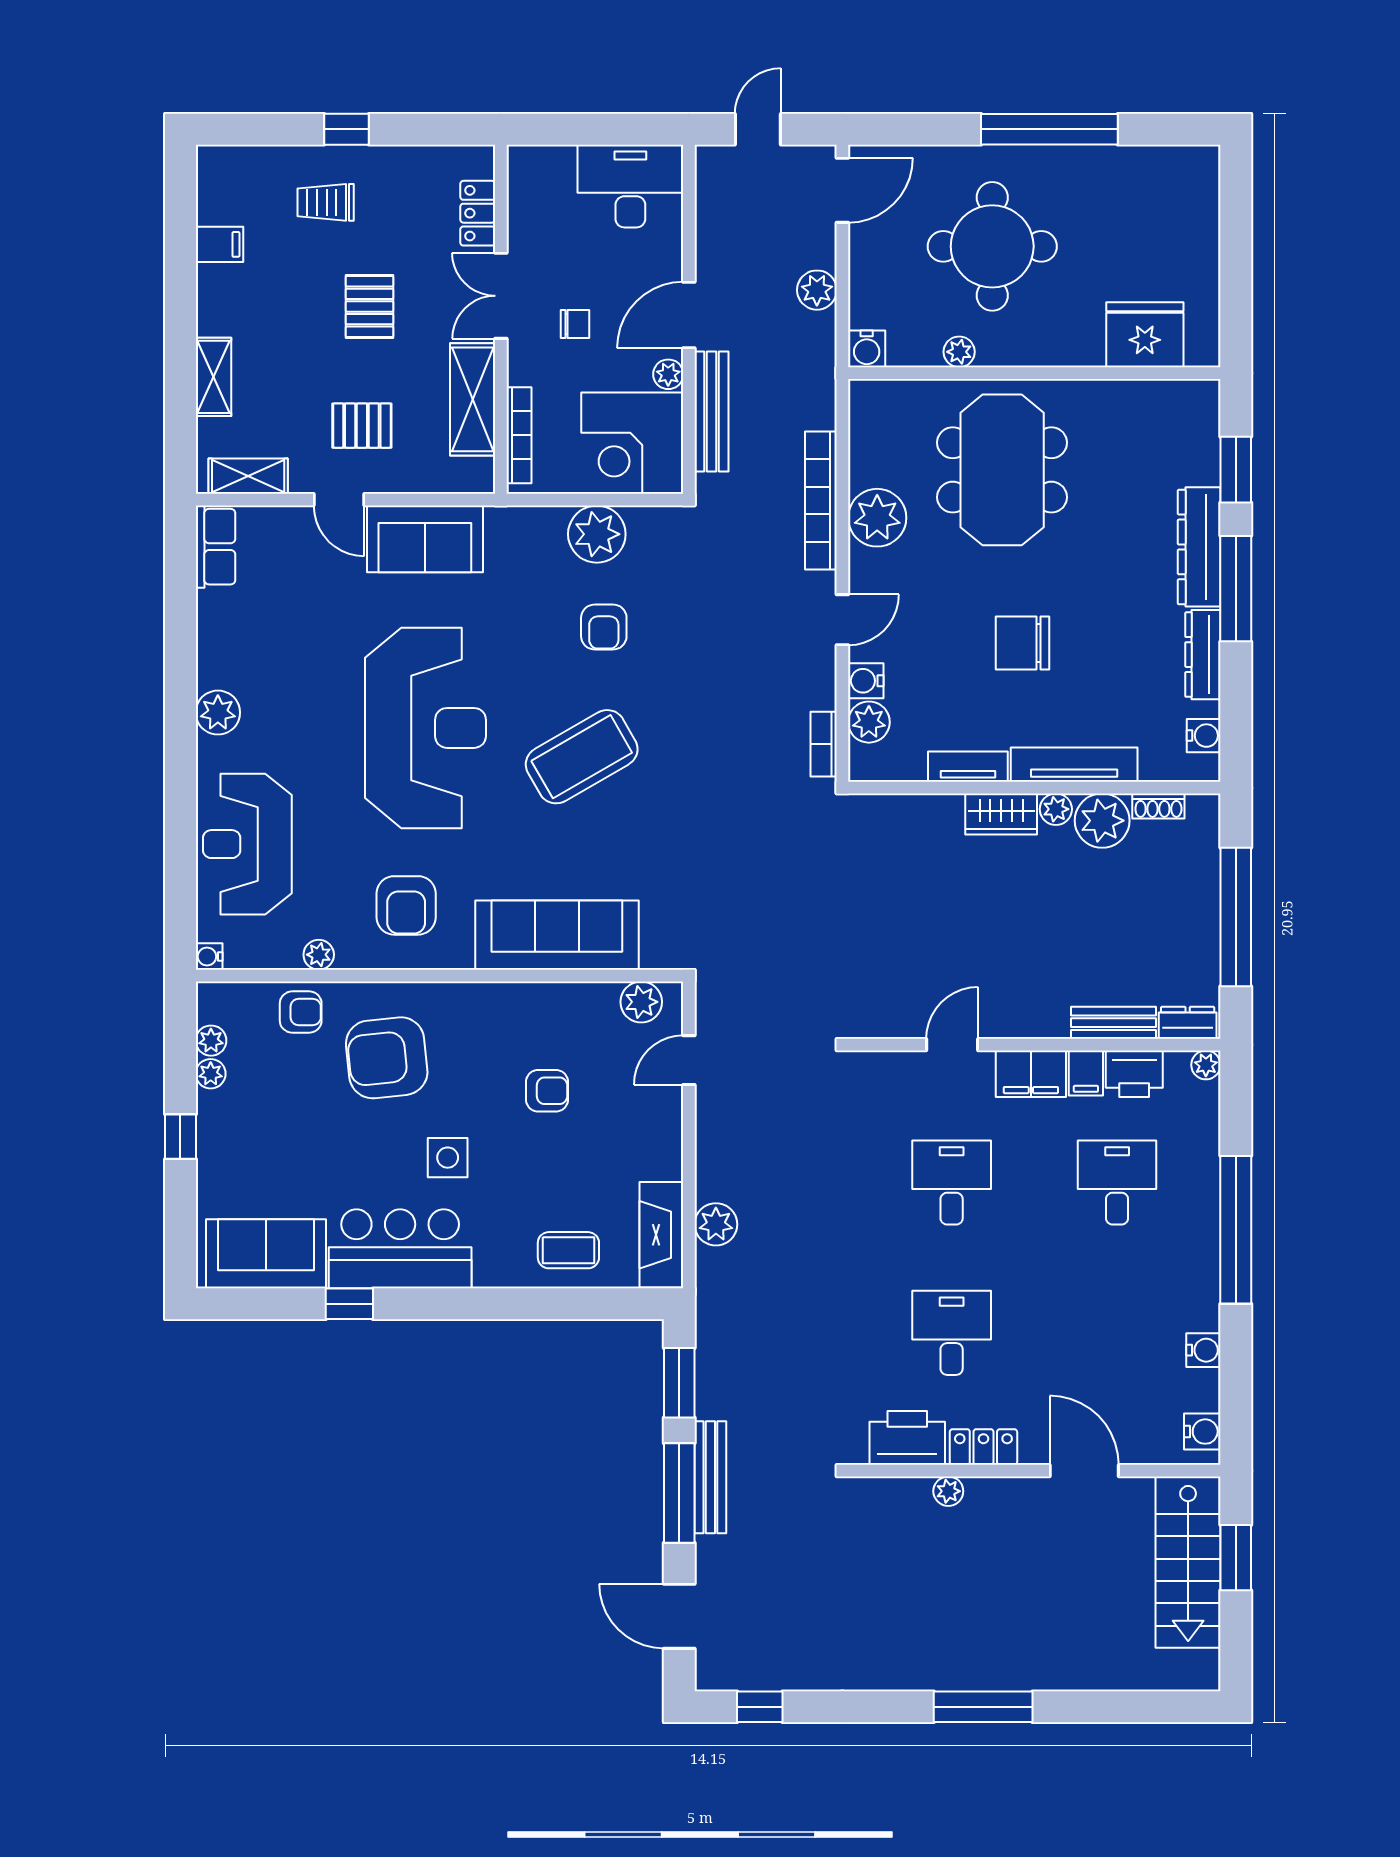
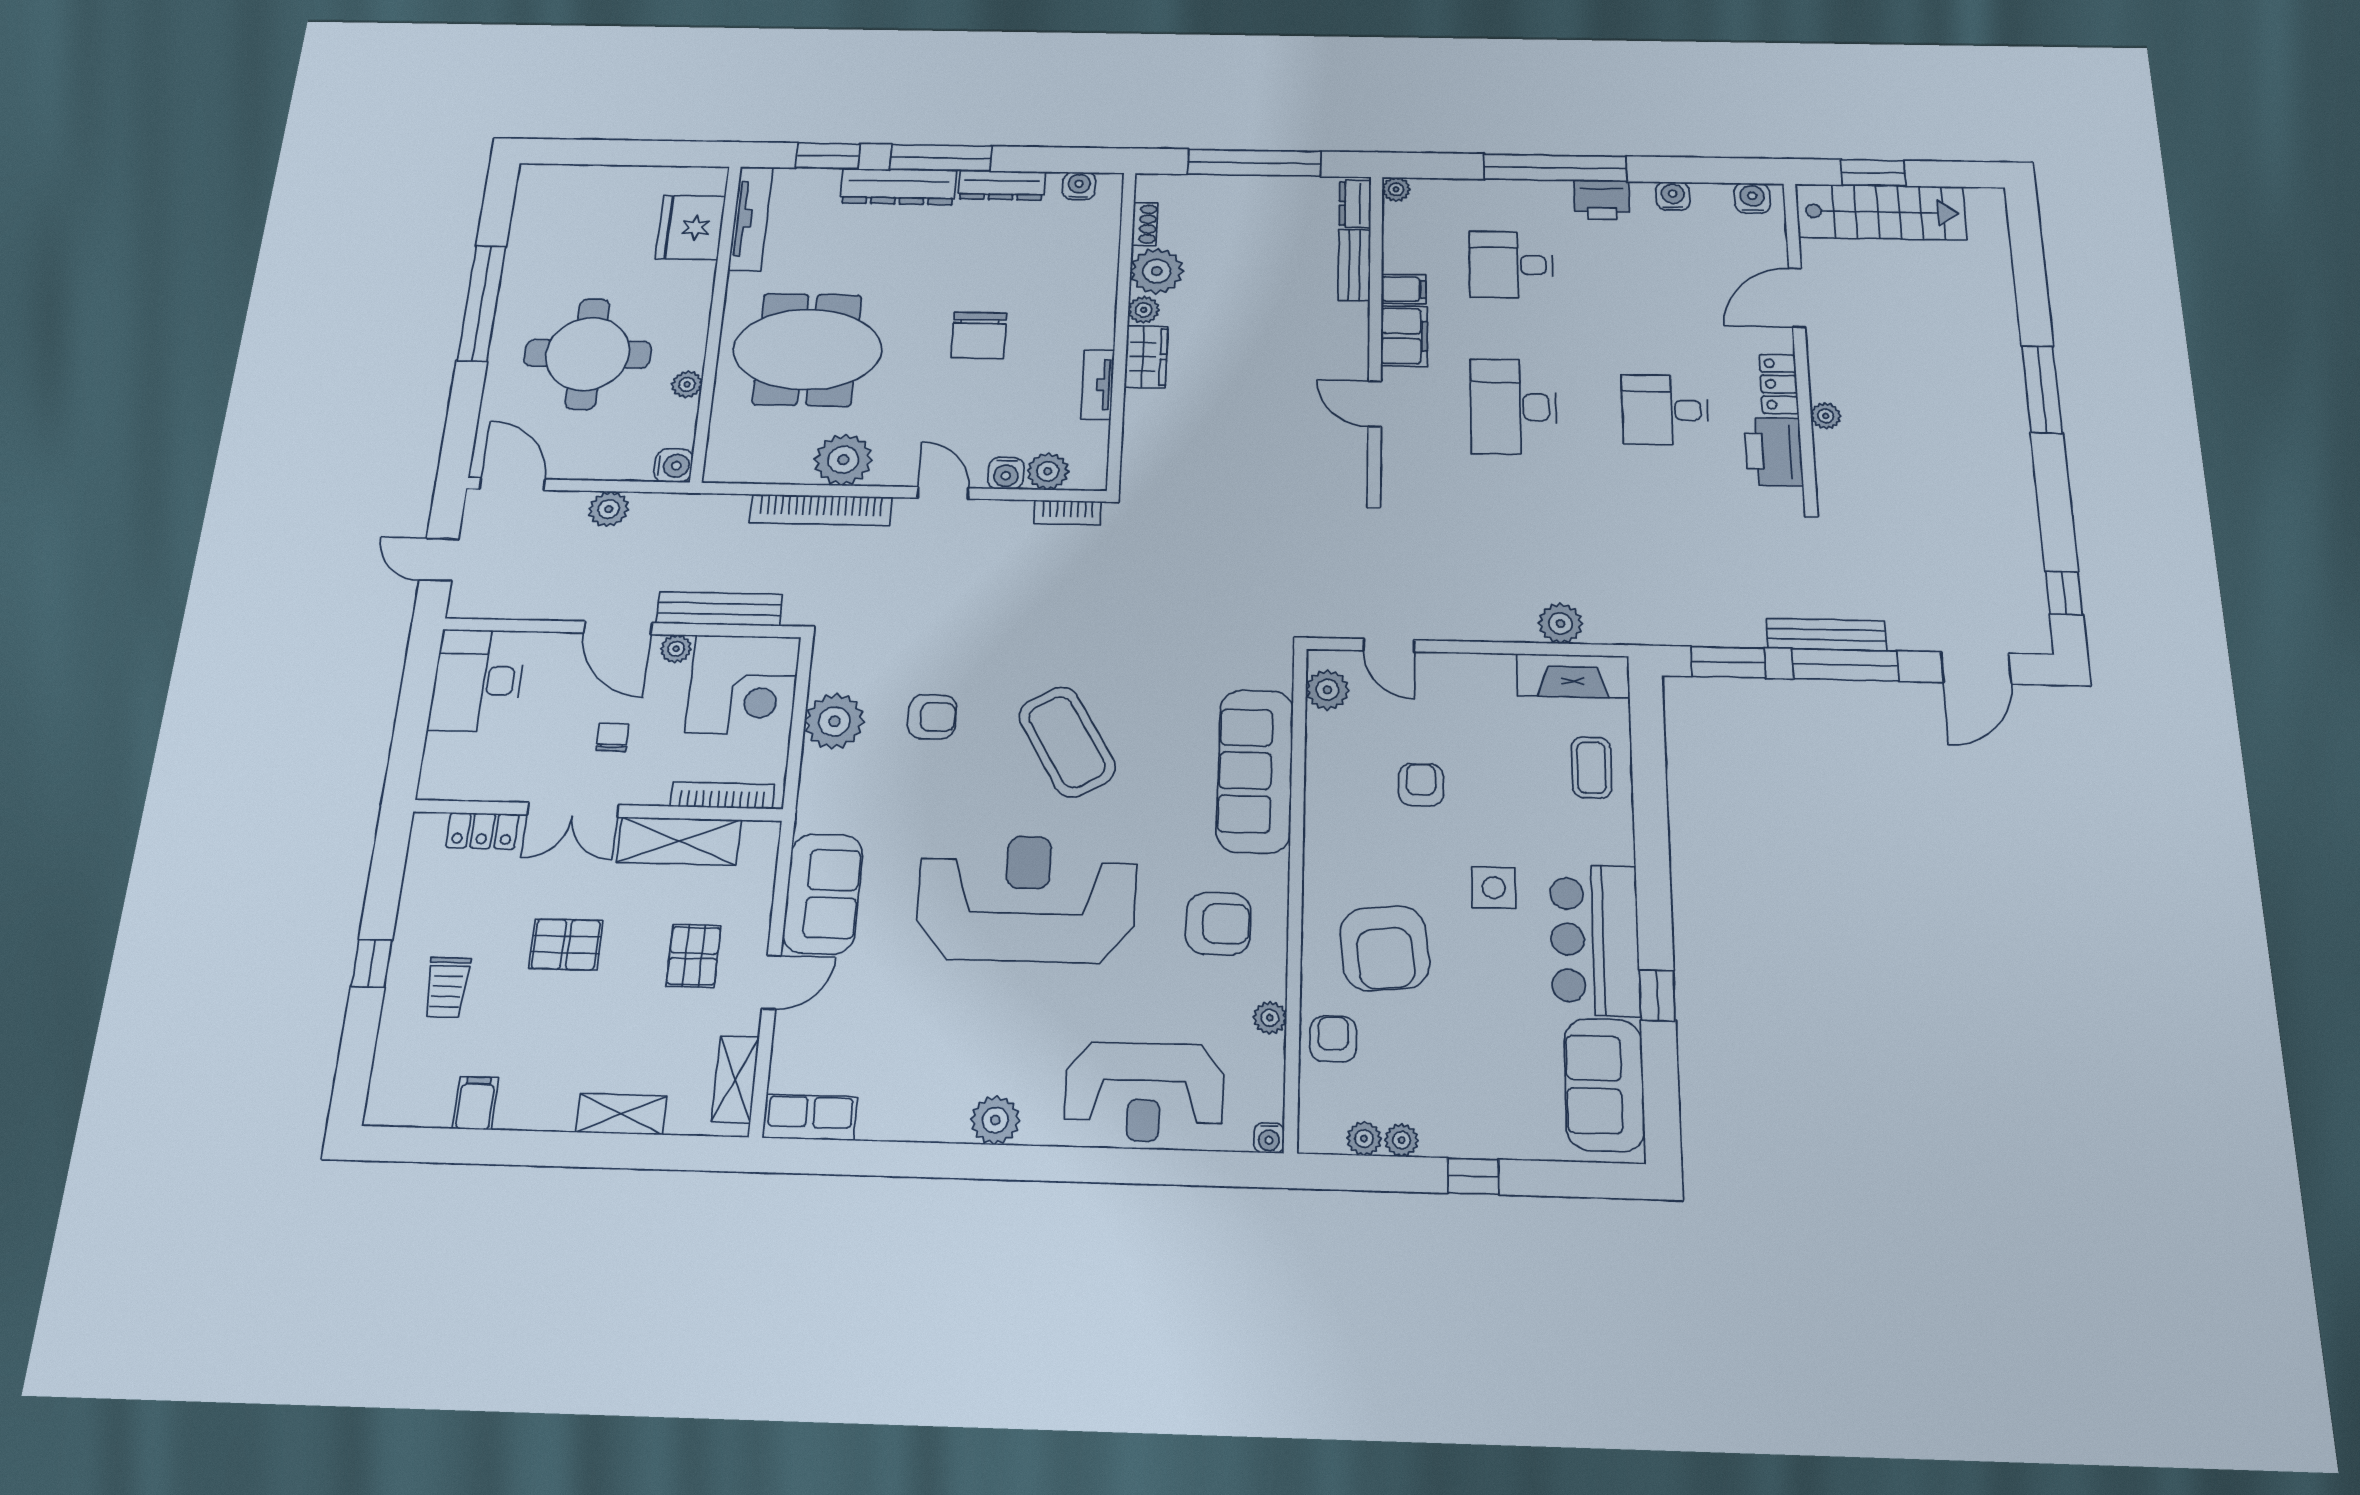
tv unit: (1074, 765) -> (751, 218), moved, turned 180
printer: (1134, 1074) -> (1602, 200), moved, turned 90
desk: (952, 1182) -> (1513, 407), width x1.37

